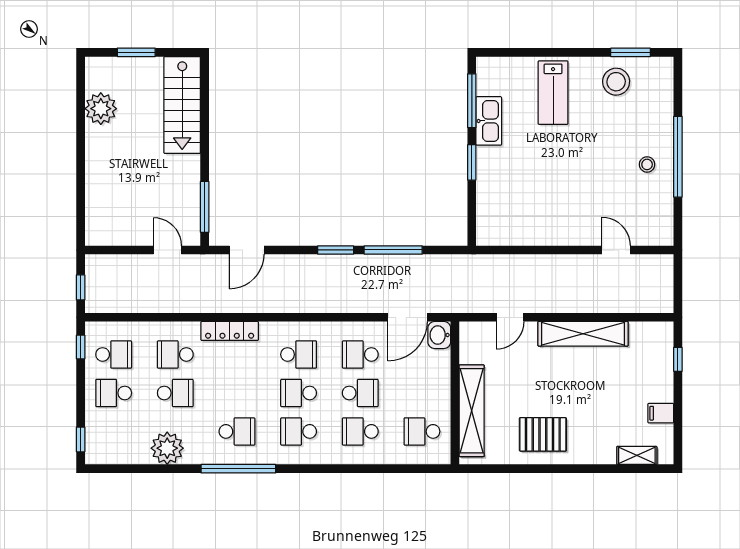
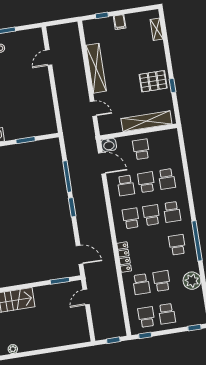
plant: (101, 109) -> (13, 349), width x0.53, depth x0.53
window: (472, 162) -> (26, 140), moved
window: (205, 207) -> (60, 281), width x0.69
school desk: (299, 393) -> (151, 215), turned 180
filing cabinet: (661, 413) -> (120, 22), moved
school desk: (422, 431) -> (141, 149), moved, turned 180
pallet: (543, 434) -> (153, 81), turned 90
window: (529, 469) -> (173, 86), added

